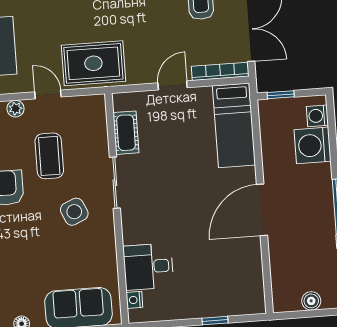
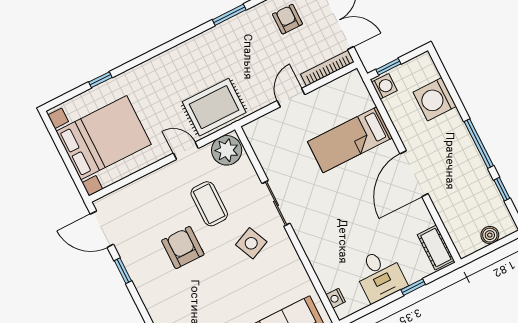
plant: (15, 109) -> (227, 150), moved, width x1.88, depth x1.88
washing machine: (317, 116) -> (384, 86), moved, turned 180
bed: (234, 125) -> (350, 140), moved, turned 90
cot: (126, 133) -> (436, 248), moved
desk: (148, 267) -> (380, 275), moved, turned -90

